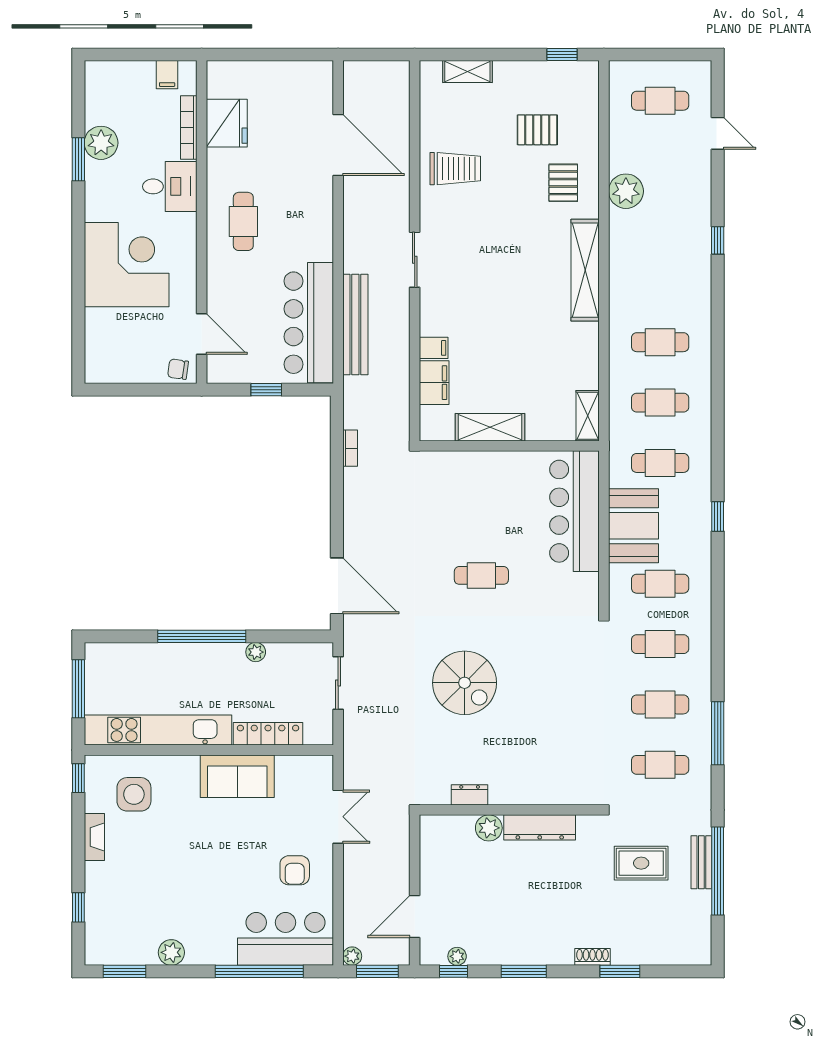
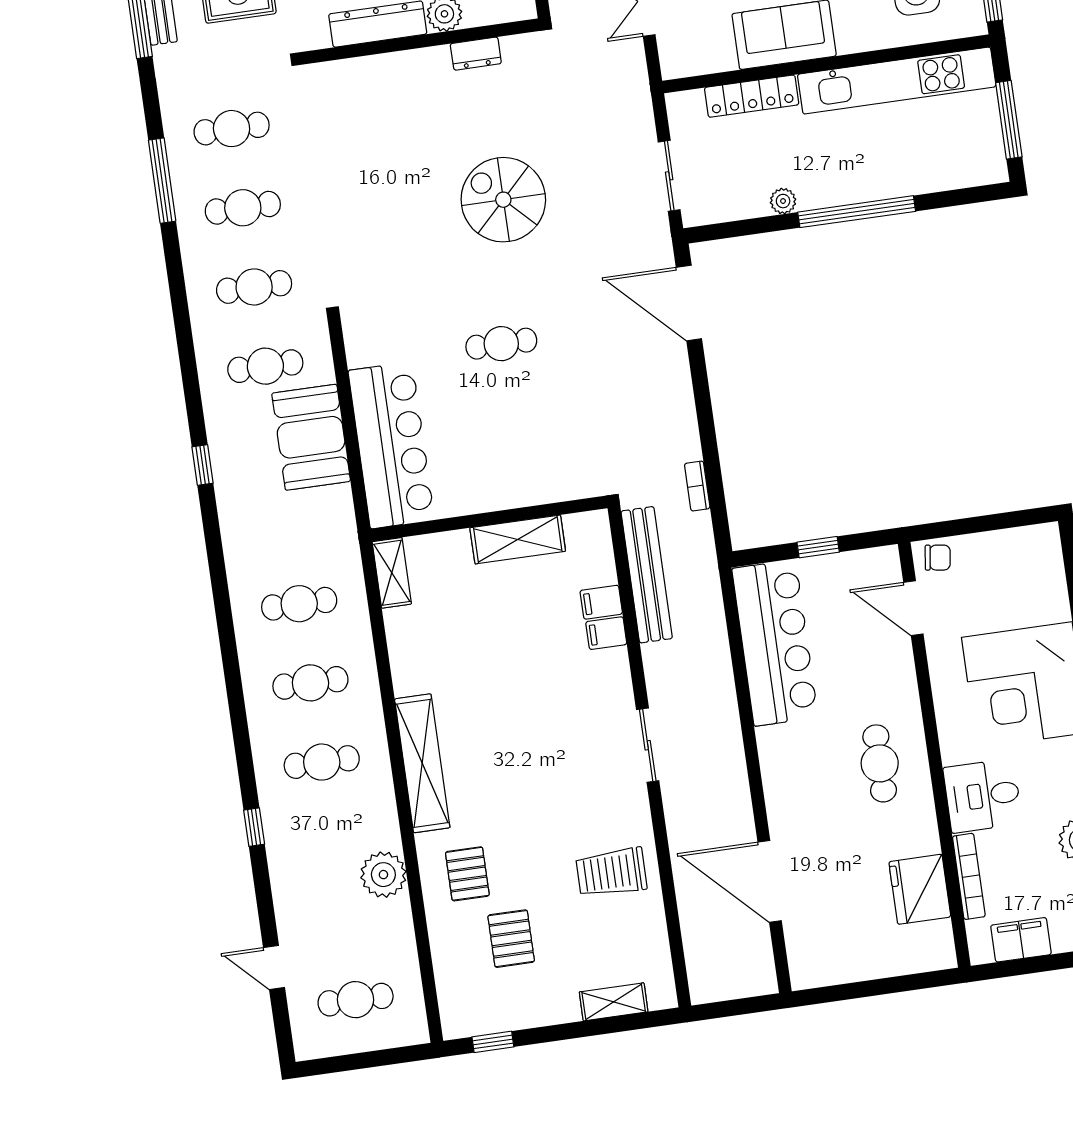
filing cabinet: (167, 75) -> (1021, 940), width x2.00
pallet: (537, 130) -> (511, 939), turned 90
bench: (355, 324) -> (647, 575), moved
filing cabinet: (434, 383) -> (601, 602), width x0.50
cafe table: (660, 463) -> (322, 762), moved

